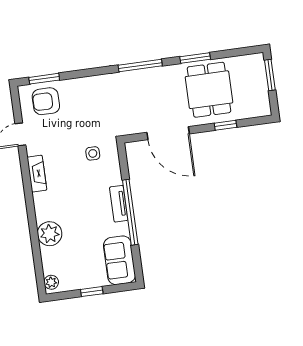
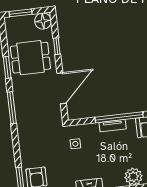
floor lamp: (259, 106) -> (43, 21), added

